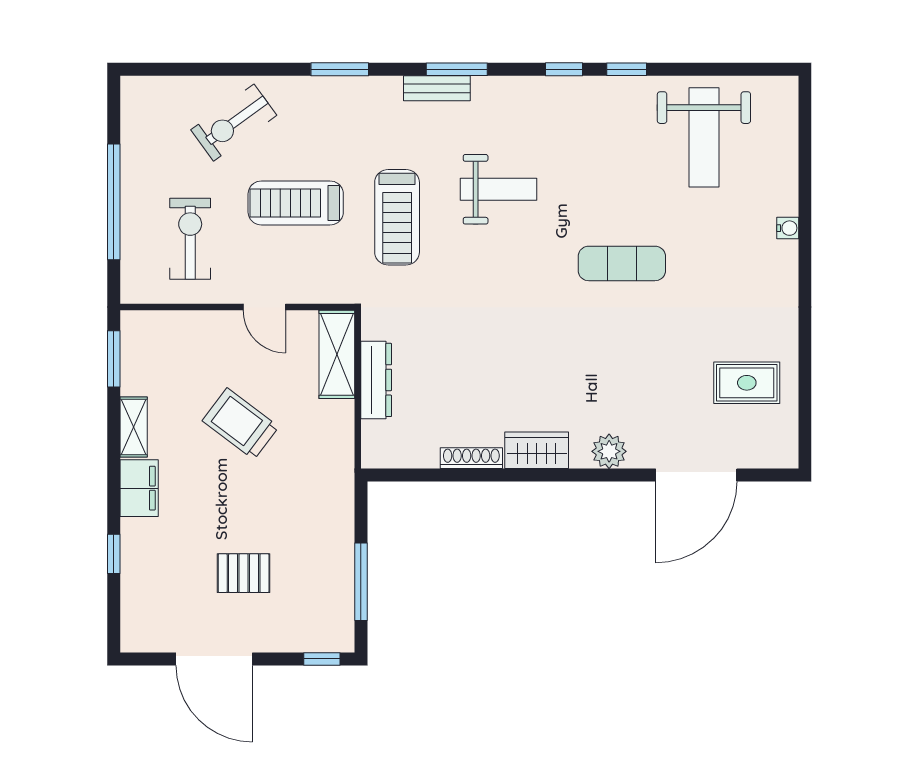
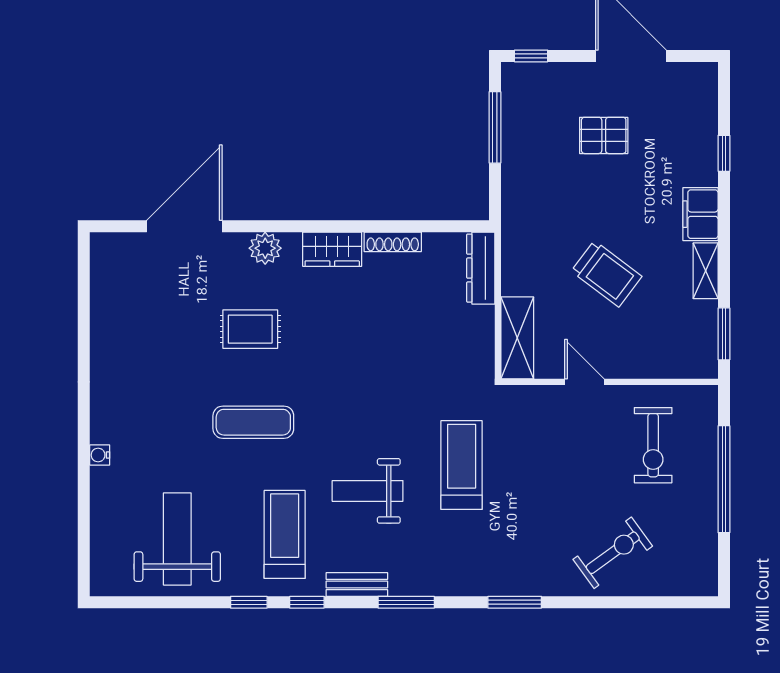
bench: (437, 88) -> (357, 584), moved
treadmill: (296, 203) -> (285, 534), moved, turned -90
dresser: (376, 380) -> (481, 268), moved
rug: (747, 383) -> (250, 329), moved

